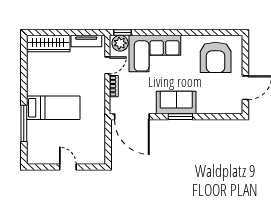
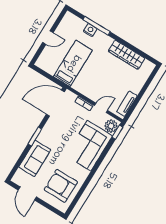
wardrobe: (48, 44) -> (127, 55), moved, turned -90
door: (107, 65) -> (101, 108), swing flipped
sofa: (176, 103) -> (35, 158), moved
bed: (53, 108) -> (73, 63), moved, turned 180
nightstand: (33, 127) -> (90, 30), added

